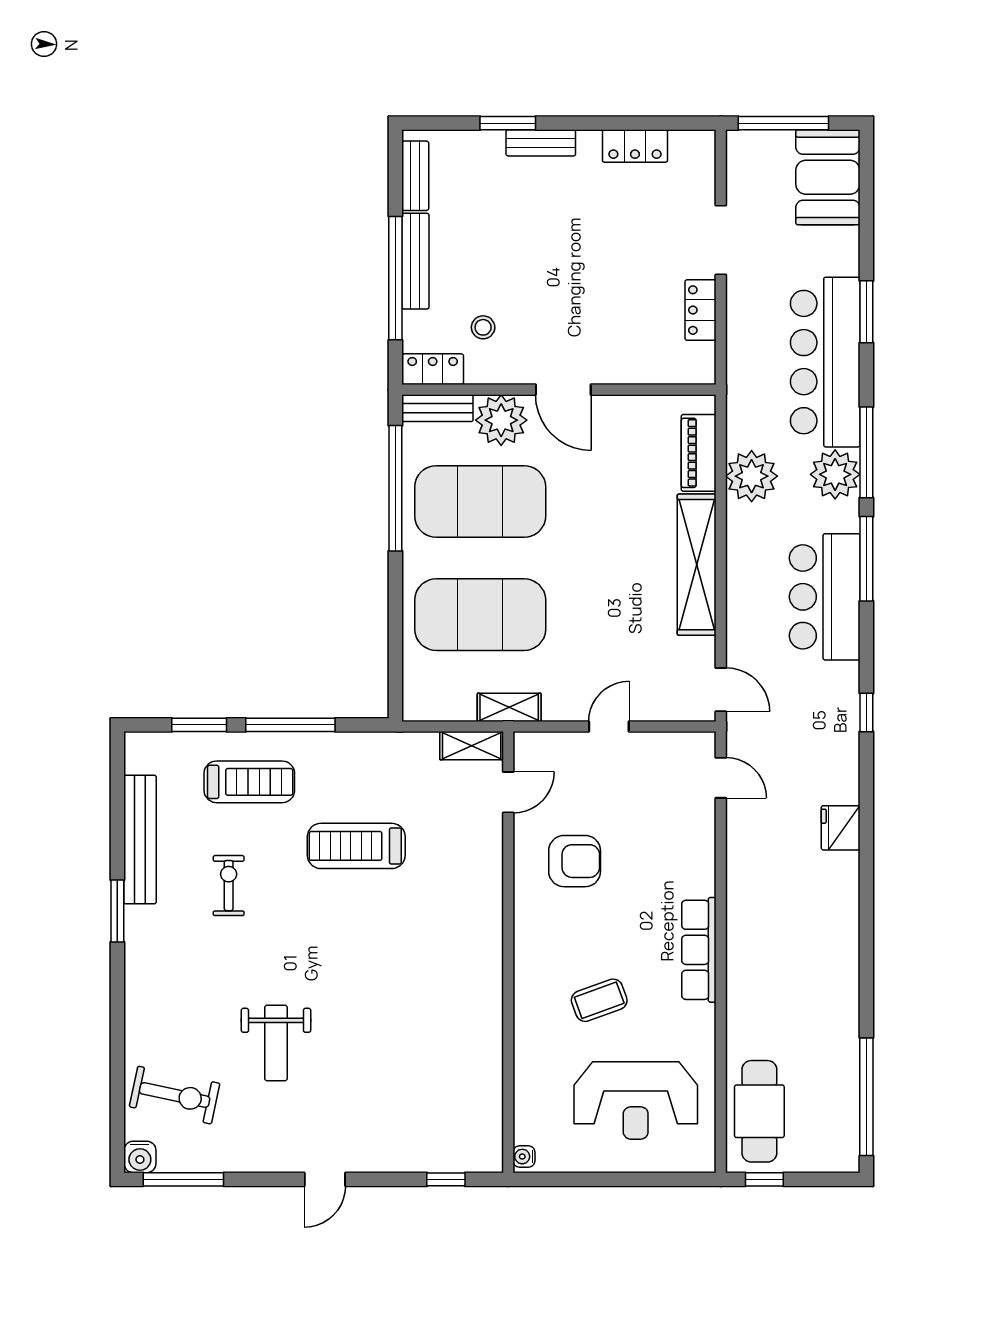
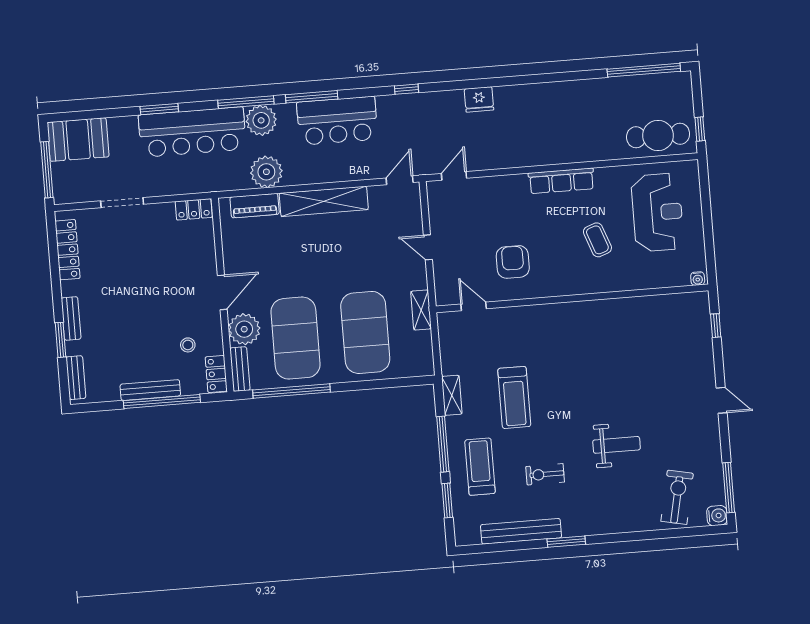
locker: (635, 146) -> (68, 250), width x1.53
bench: (415, 176) -> (76, 378), moved, turned 90
locker: (701, 310) -> (194, 209), moved
shelving: (472, 746) -> (452, 395), moved
weight bench: (276, 1043) -> (617, 445), moved

